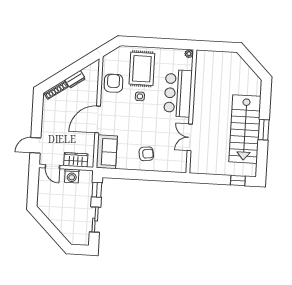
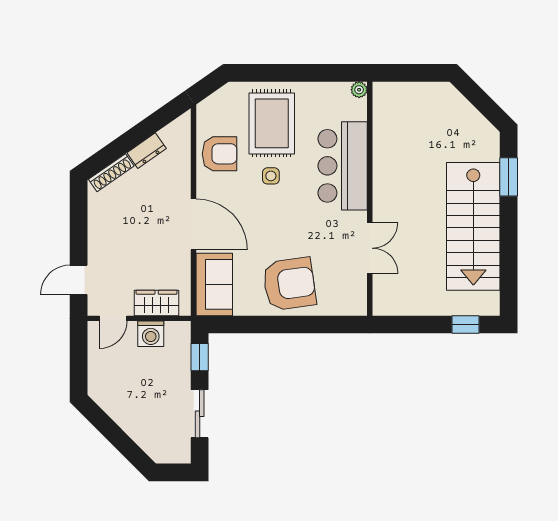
armchair: (114, 83) -> (220, 154), turned 91
door: (98, 120) -> (194, 224), swing flipped
window: (264, 130) -> (509, 177), moved
double door: (190, 137) -> (370, 248), swing flipped
armchair: (146, 154) -> (289, 284), width x1.88, depth x1.88
door: (52, 167) -> (113, 318), hinge flipped

